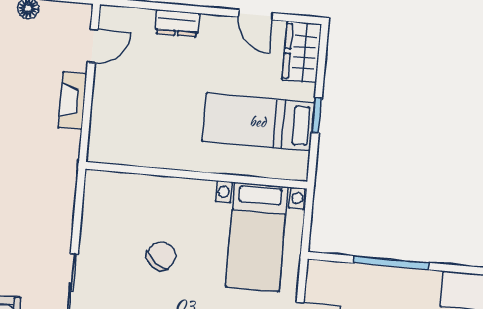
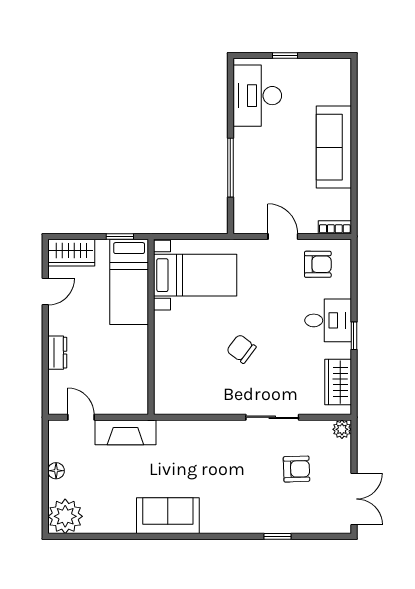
fireplace: (72, 101) -> (125, 432), width x1.37, depth x1.32
wall: (196, 175) -> (151, 327), moved
bed with nightstands: (257, 237) -> (195, 275), moved

